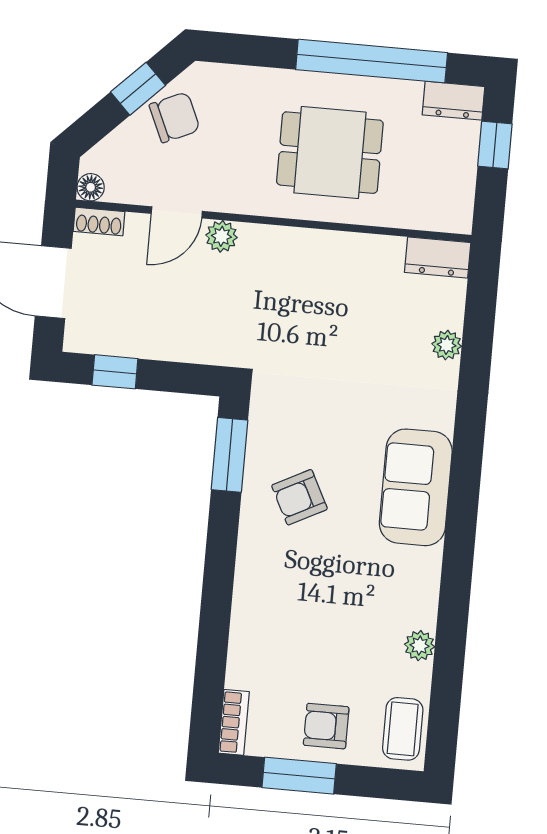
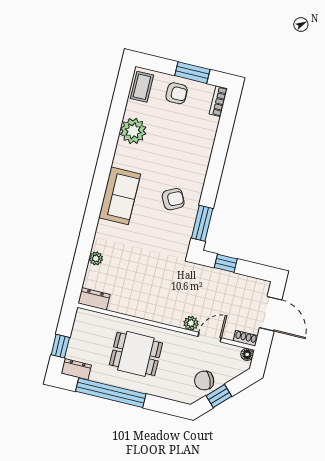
window: (115, 372) -> (226, 263), moved
plant: (420, 646) -> (133, 131), width x1.87, depth x1.87

